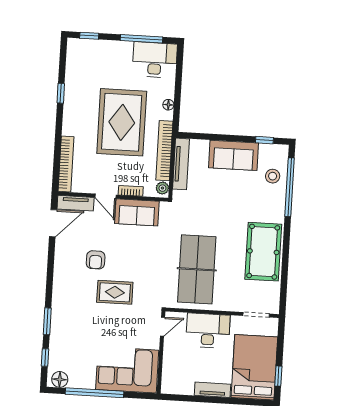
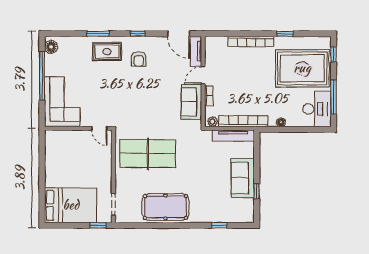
rug: (122, 122) -> (302, 68), moved
window: (264, 140) -> (257, 191), moved
bookcase: (66, 164) -> (251, 42), moved
stool: (273, 176) -> (228, 211), removed
window: (290, 187) -> (219, 225), width x0.32
armchair: (96, 260) -> (139, 59), moved, turned -90
rug: (115, 292) -> (107, 52), moved, turned 90
desk: (208, 331) -> (98, 166), removed
window: (45, 358) -> (138, 34), moved
window: (278, 376) -> (98, 225), moved
tv unit: (213, 390) -> (50, 172), removed

